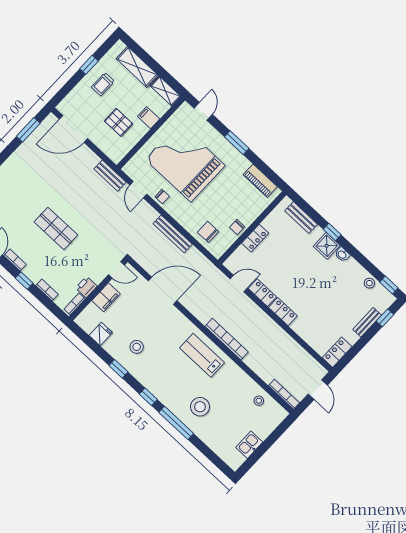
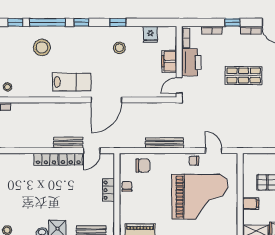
bench: (110, 176) -> (68, 143), moved
printer: (86, 287) -> (191, 62), width x1.87, depth x1.48
door: (163, 291) -> (106, 100), moved
bookcase: (227, 339) -> (66, 107), removed
window: (203, 448) -> (15, 22), added

